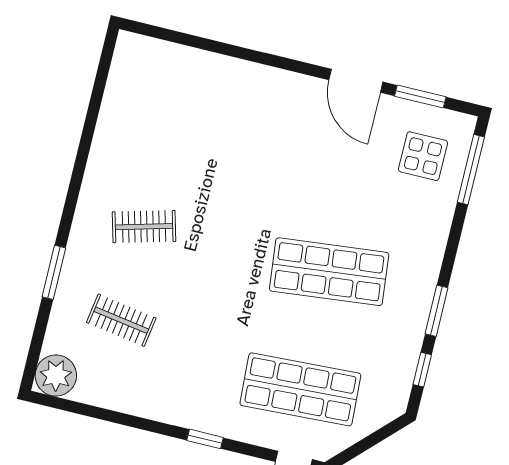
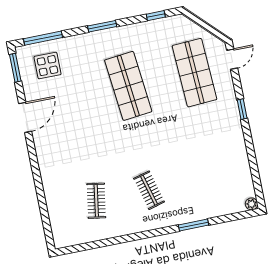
window: (420, 96) -> (15, 68), moved
window: (437, 311) -> (102, 26), moved
clothes rail: (121, 320) -> (96, 201), moved
plant: (56, 375) -> (252, 204), width x0.53, depth x0.53

